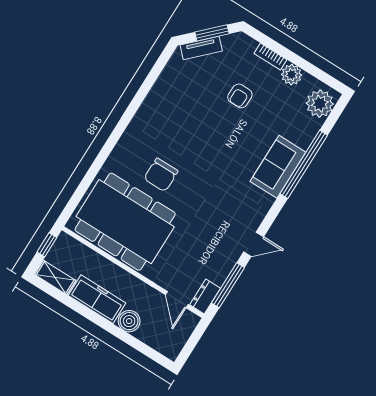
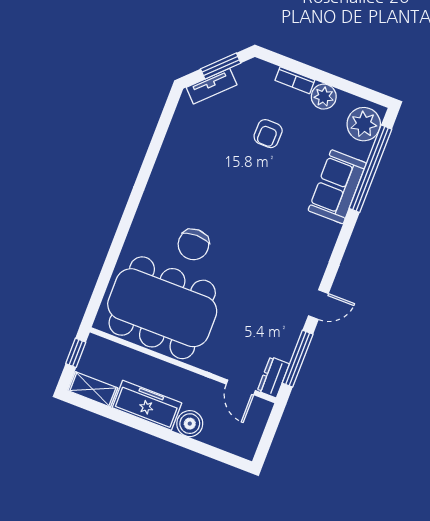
window: (304, 164) -> (370, 169), moved
sofa: (278, 167) -> (337, 187), moved

